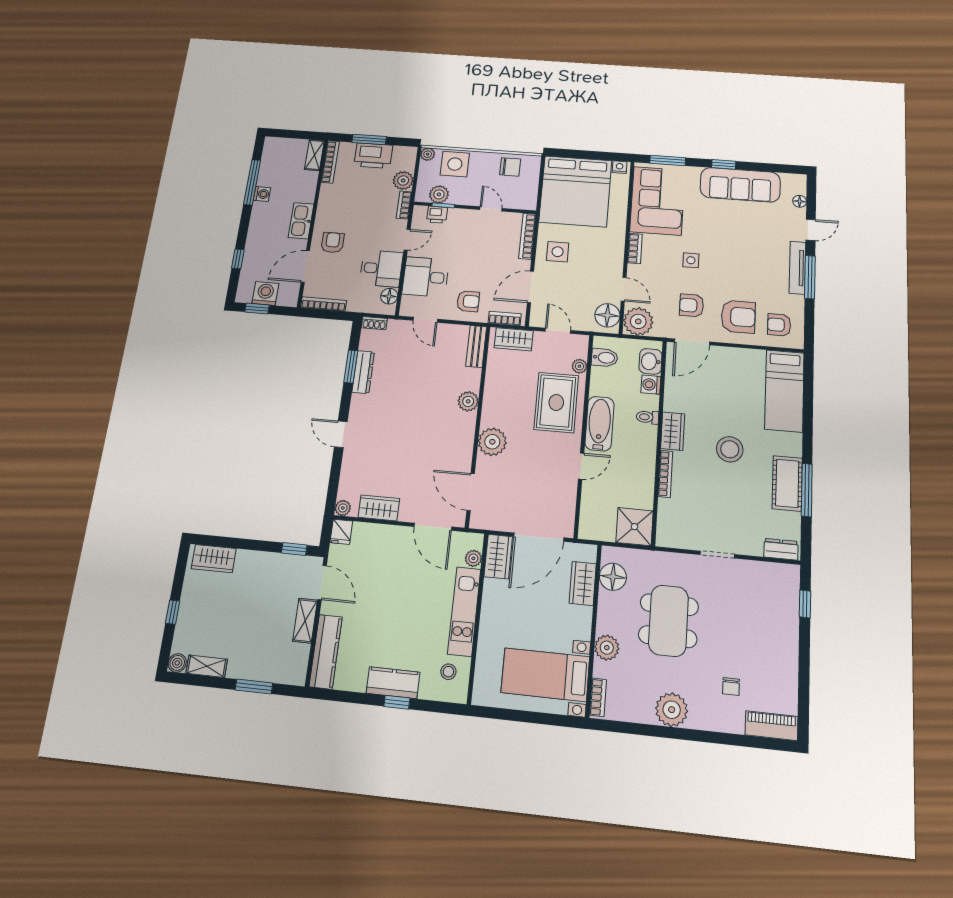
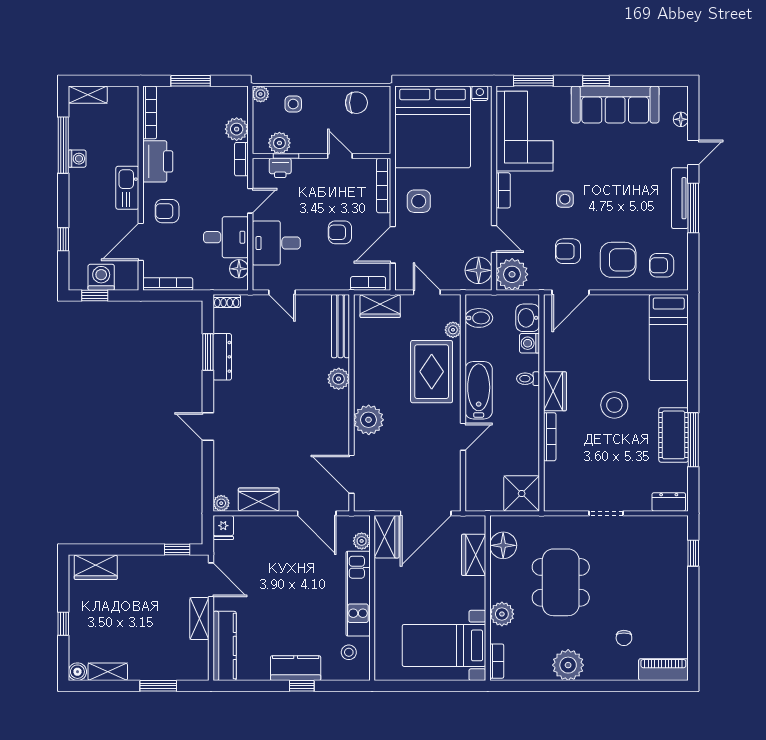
shelving: (314, 155) -> (88, 95), moved, turned 90
printer: (373, 156) -> (158, 161), moved, turned -90
side table: (455, 164) -> (293, 104), width x0.54, depth x0.54
armchair: (333, 243) -> (167, 211), turned -90
armchair: (468, 301) -> (340, 232), moved, turned 180
bench: (476, 346) -> (341, 326), width x1.36

